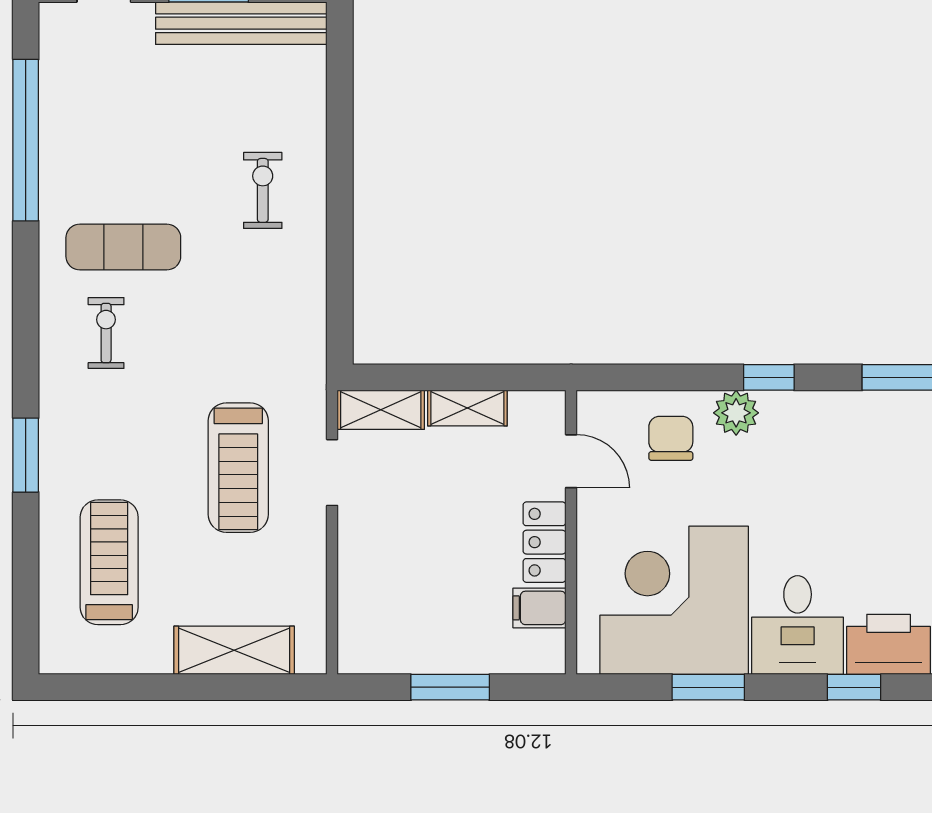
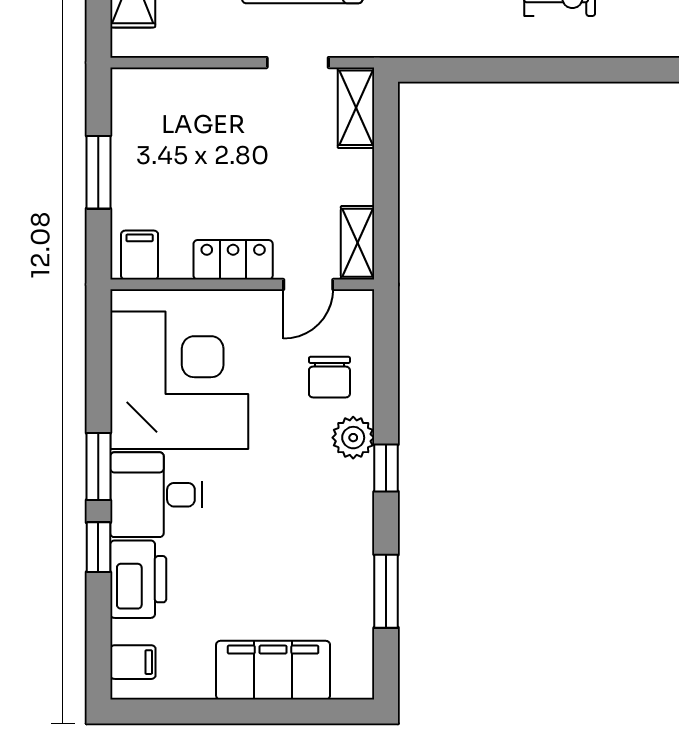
shelving: (467, 408) -> (358, 243), moved
chair: (671, 438) -> (329, 377), turned 90
filing cabinet: (539, 608) -> (140, 255), moved
window: (708, 687) -> (98, 467), moved

